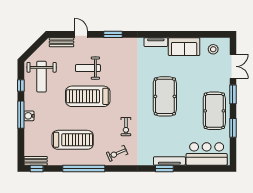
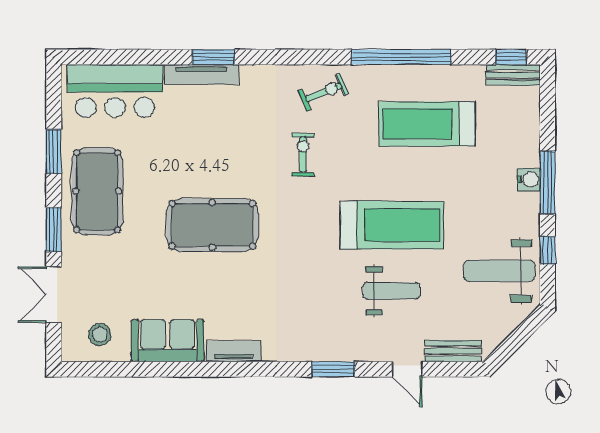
weight bench: (42, 77) -> (499, 271), turned -90
pool table: (165, 96) -> (212, 225), turned 90

